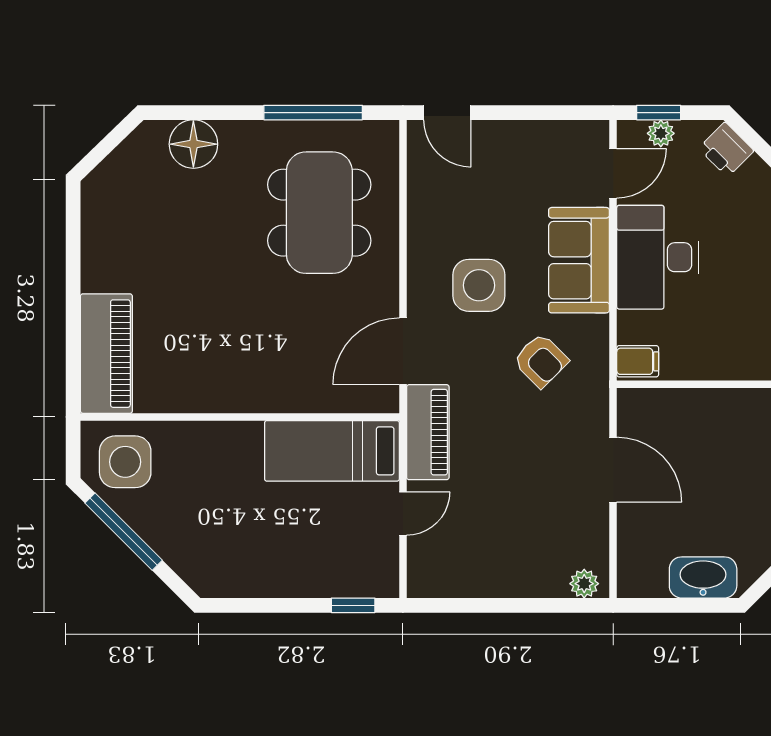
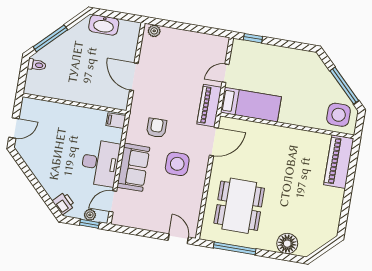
armchair: (541, 361) -> (157, 128), turned 45

